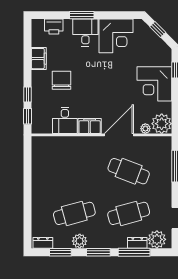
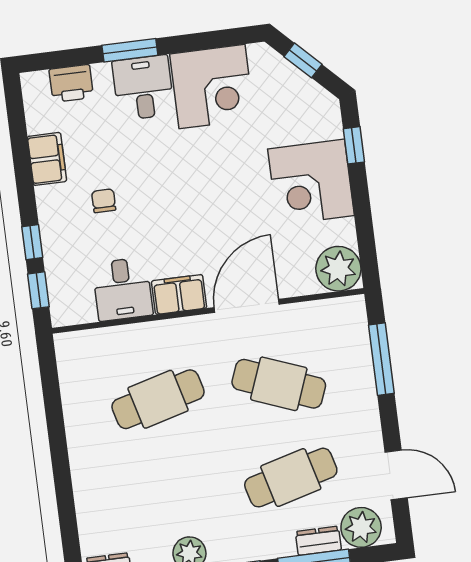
chair: (62, 80) -> (104, 201), width x0.54, depth x0.54
plant: (145, 129) -> (304, 284), removed
cafe table: (74, 213) -> (158, 399), moved

